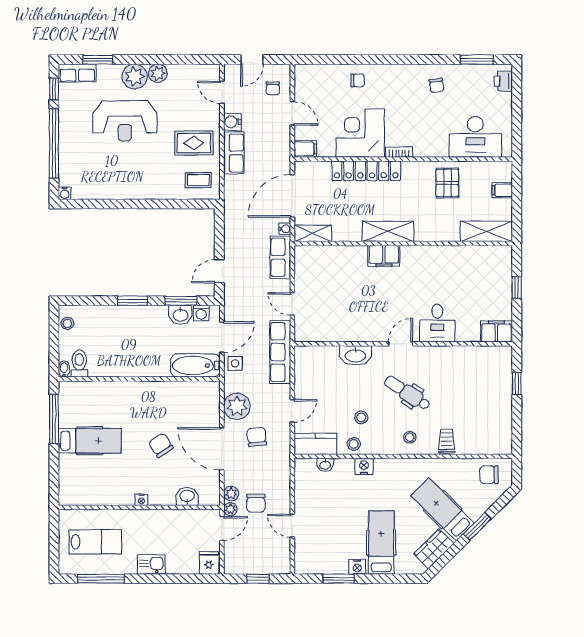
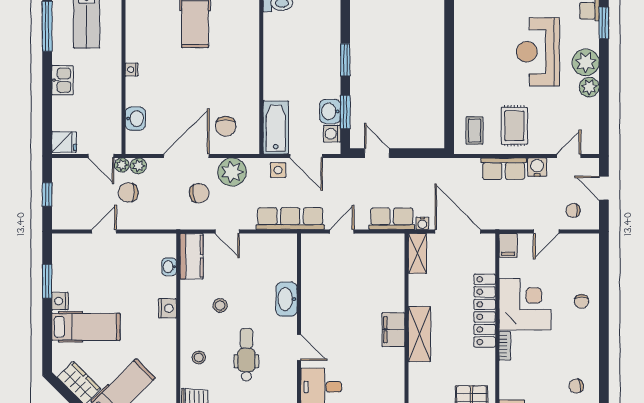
dental chair: (407, 393) -> (246, 355), turned -33
stool: (354, 444) -> (192, 297), removed
chair: (161, 445) -> (226, 126), moved, turned 124

